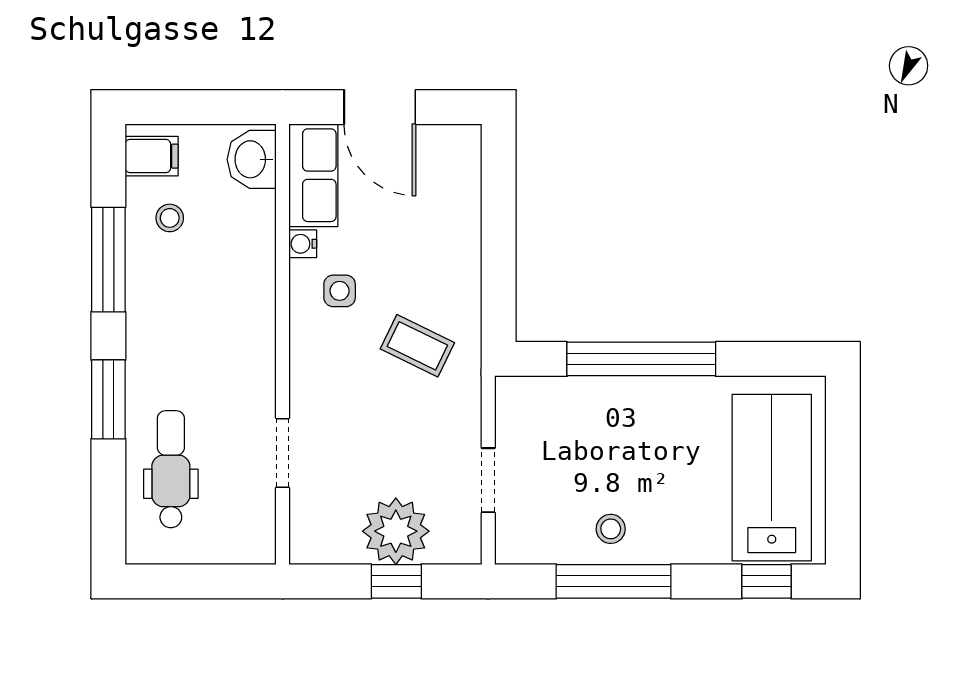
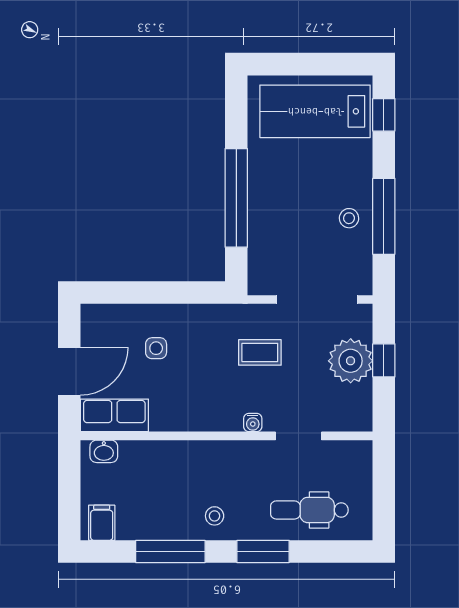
washbasin: (252, 159) -> (104, 451), width x0.72, depth x0.69
stool: (170, 218) -> (215, 516), moved
water cooler: (303, 244) -> (253, 423), moved
side table: (340, 291) -> (156, 348), moved
coffee table: (417, 346) -> (260, 352), moved, turned 64
doorway: (488, 480) -> (317, 299), width x1.88

